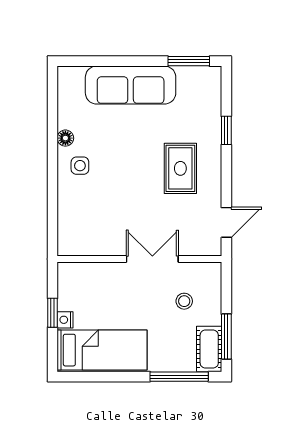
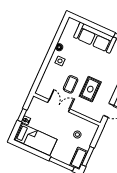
rug: (180, 168) -> (90, 89), moved
coffee table: (124, 204) -> (71, 84), added
double door: (152, 259) -> (59, 106), moved

